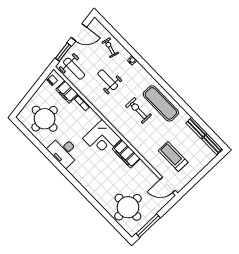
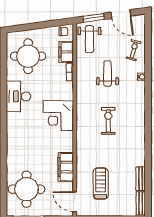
exercise mat: (161, 103) -> (131, 132), removed
filing cabinet: (126, 154) -> (66, 167), moved

